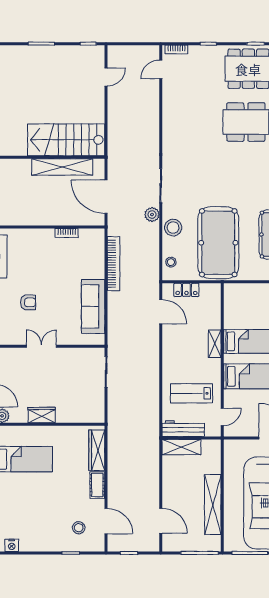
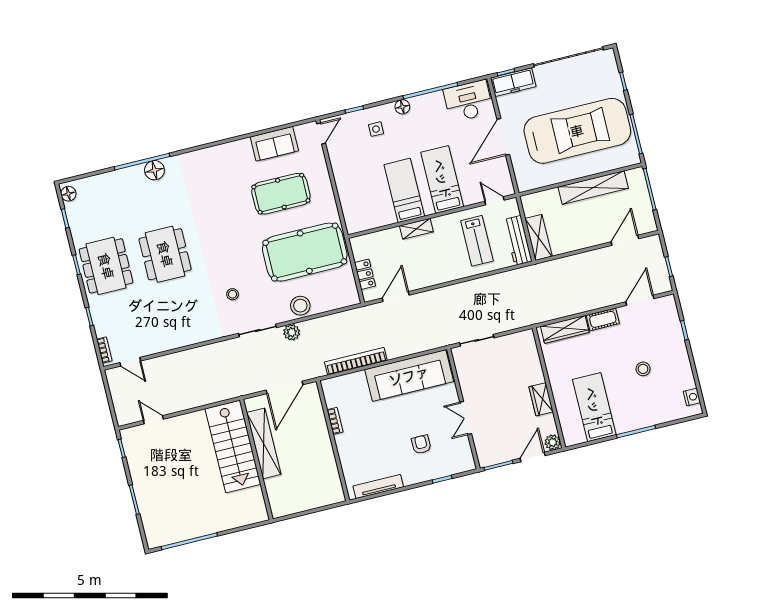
stool: (171, 262) -> (232, 294), moved
sofa: (93, 306) -> (409, 376), width x1.36, depth x1.27
stool: (79, 528) -> (643, 369), moved

